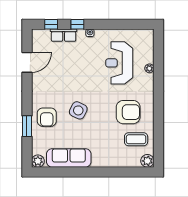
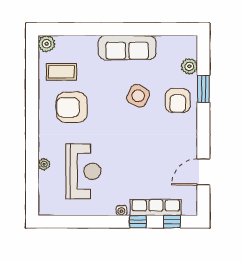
row of seats: (64, 35) -> (156, 207), width x1.48
side table: (78, 110) -> (138, 96), moved
armchair: (47, 117) -> (178, 101), turned 180
sofa: (69, 158) -> (127, 47), moved
plant: (38, 161) -> (189, 66), moved

